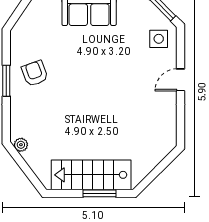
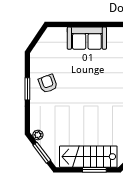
window: (26, 169) -> (42, 153), added

